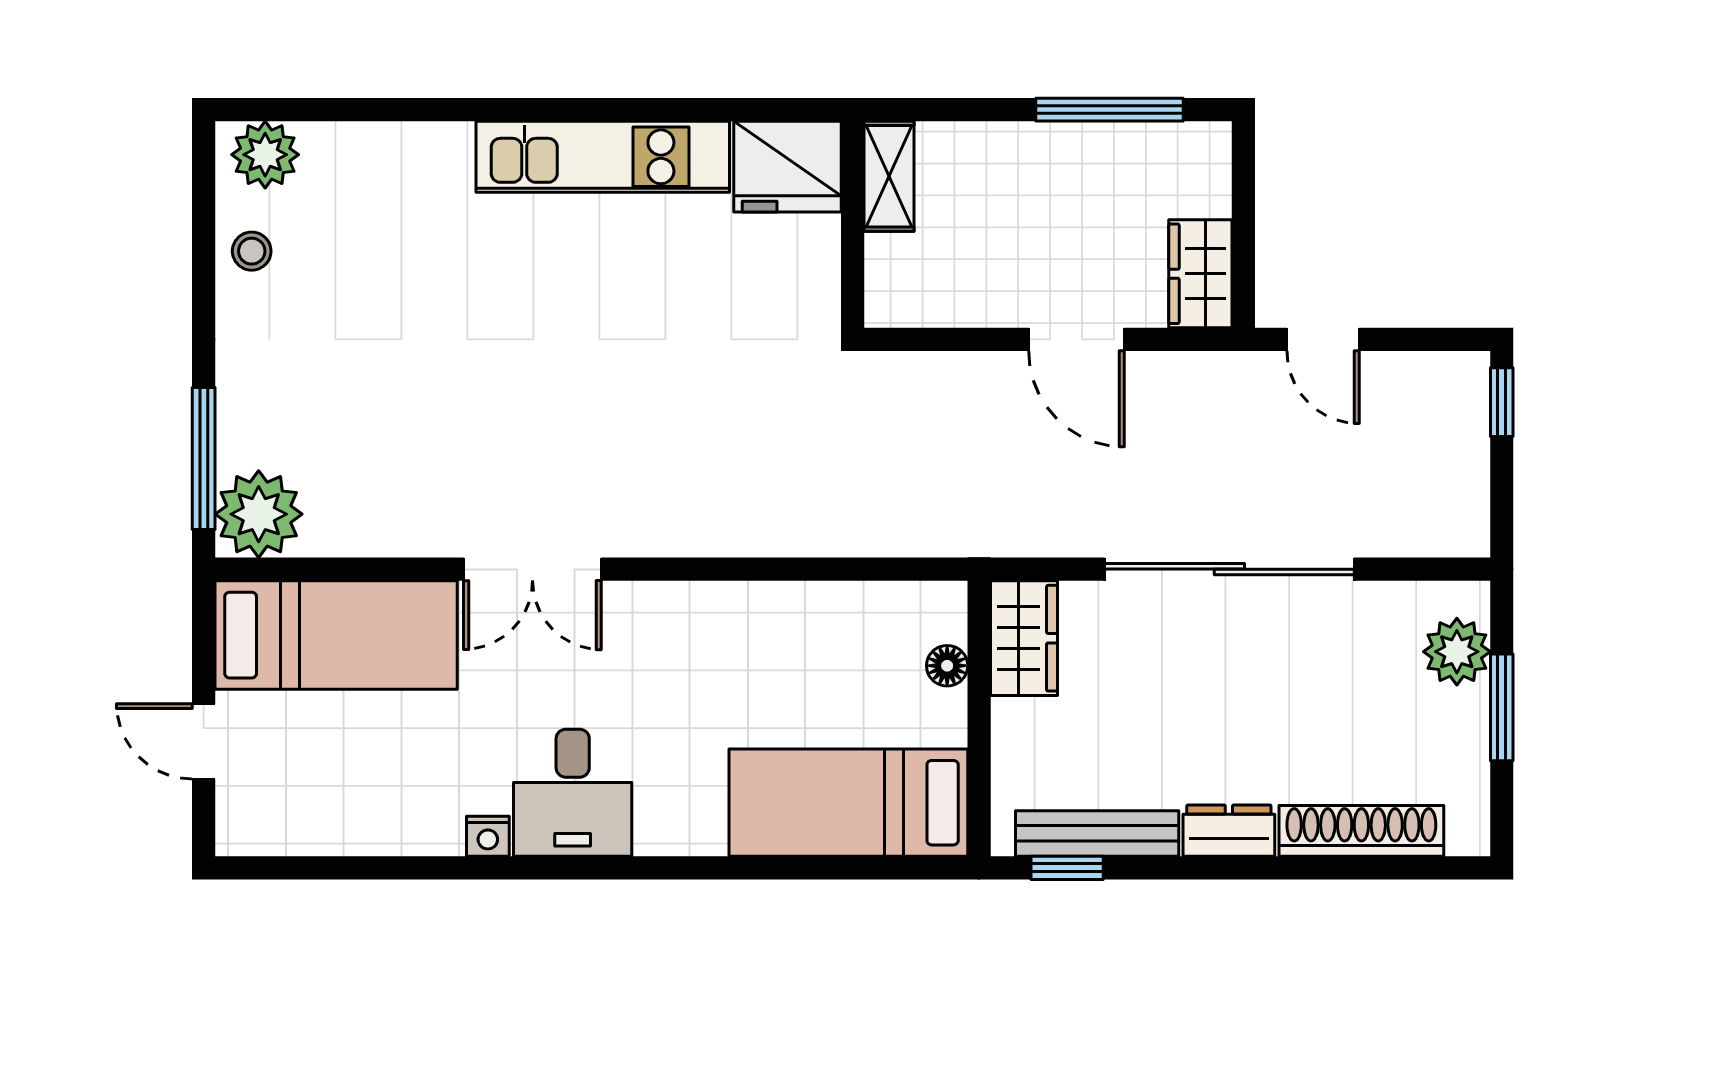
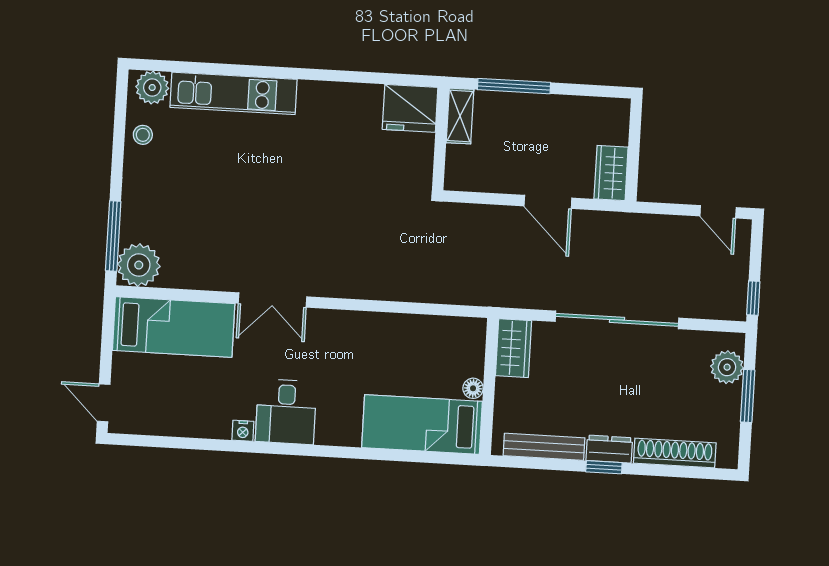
window: (1110, 110) -> (514, 86), moved
kitchen unit: (603, 157) -> (234, 93), moved
door: (1323, 339) -> (718, 212), moved
window: (1502, 402) -> (753, 298), moved
floor lamp: (947, 666) -> (473, 388), moved
door: (204, 741) -> (104, 403), moved
window: (1067, 868) -> (604, 467), moved

